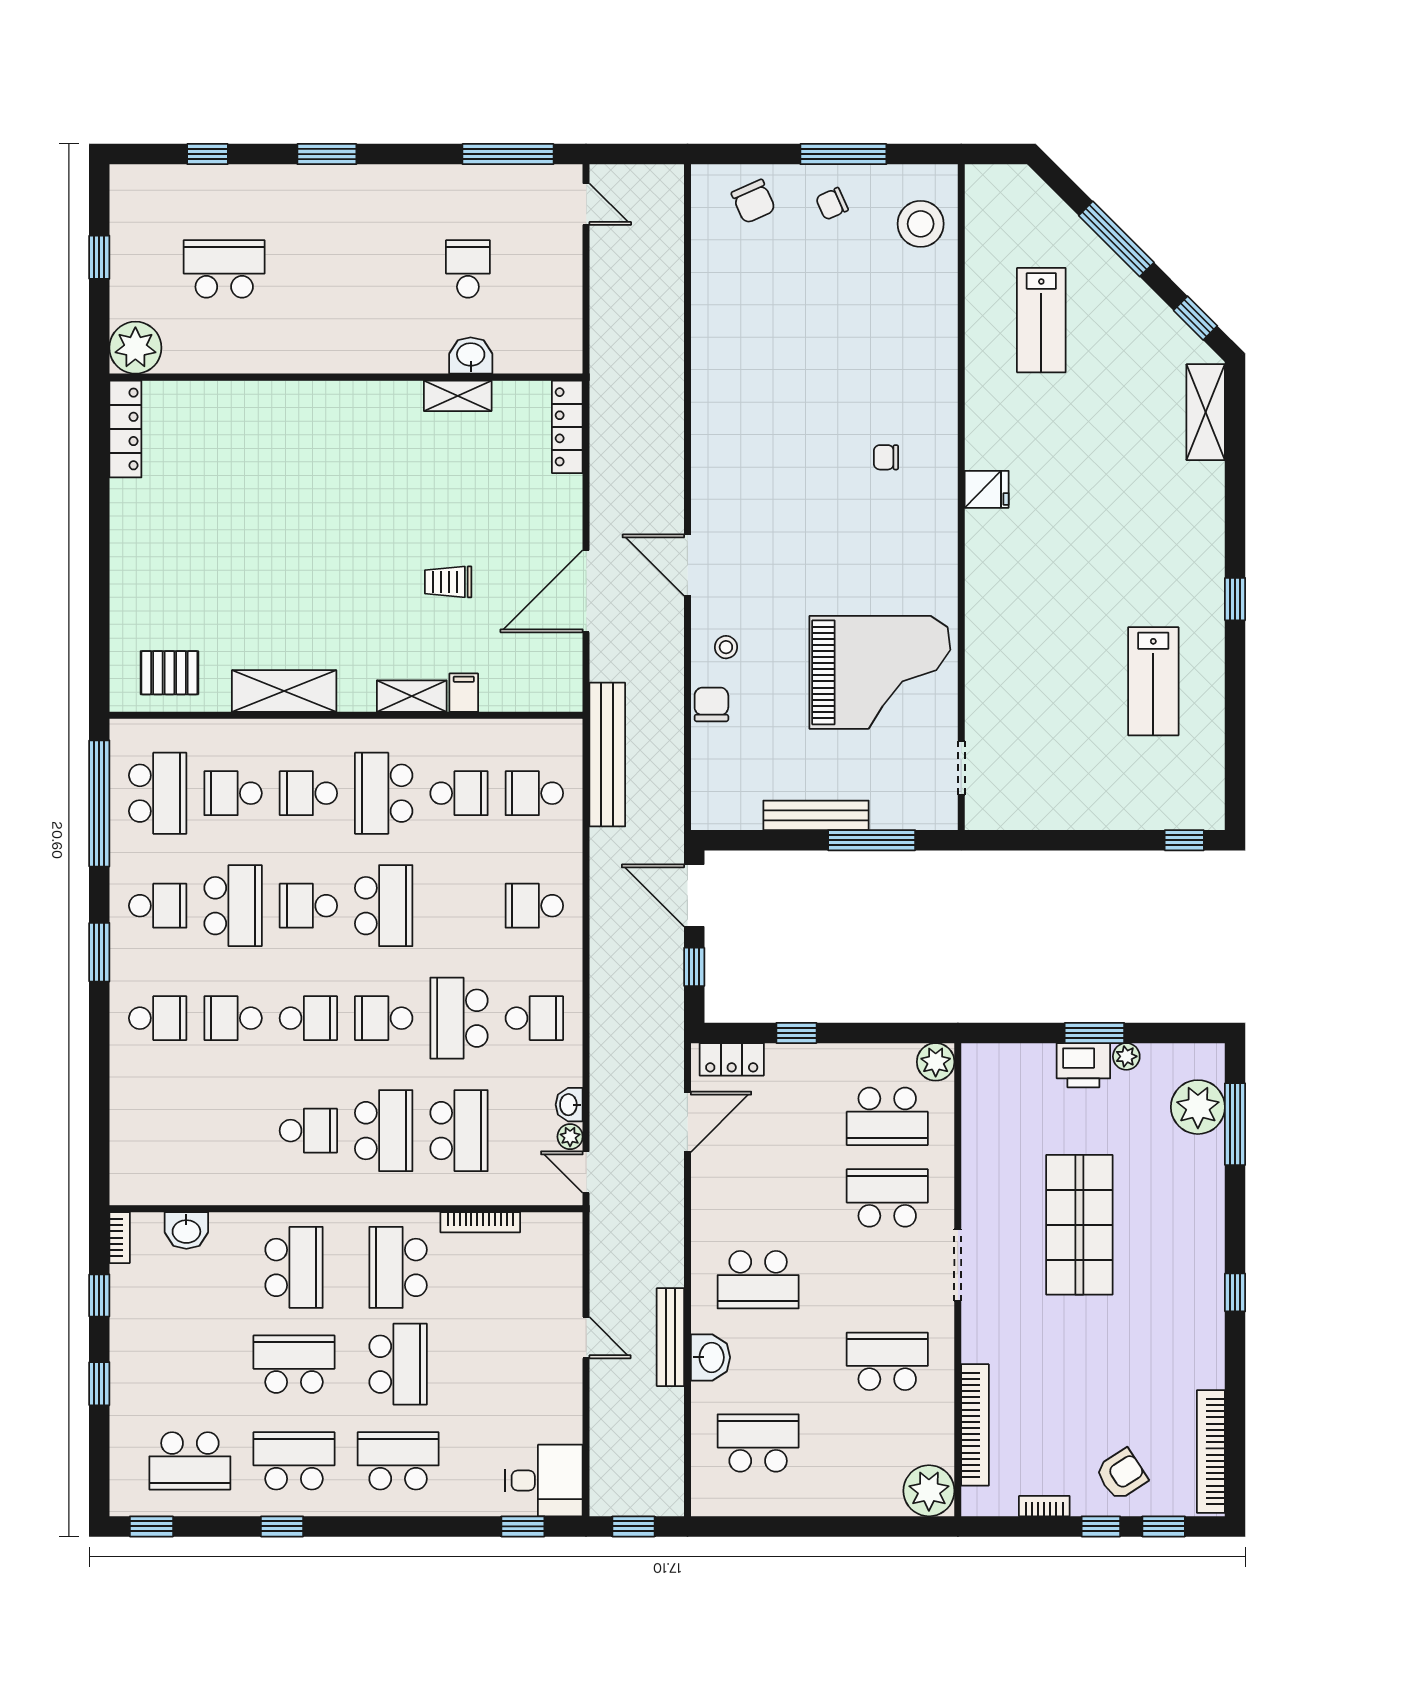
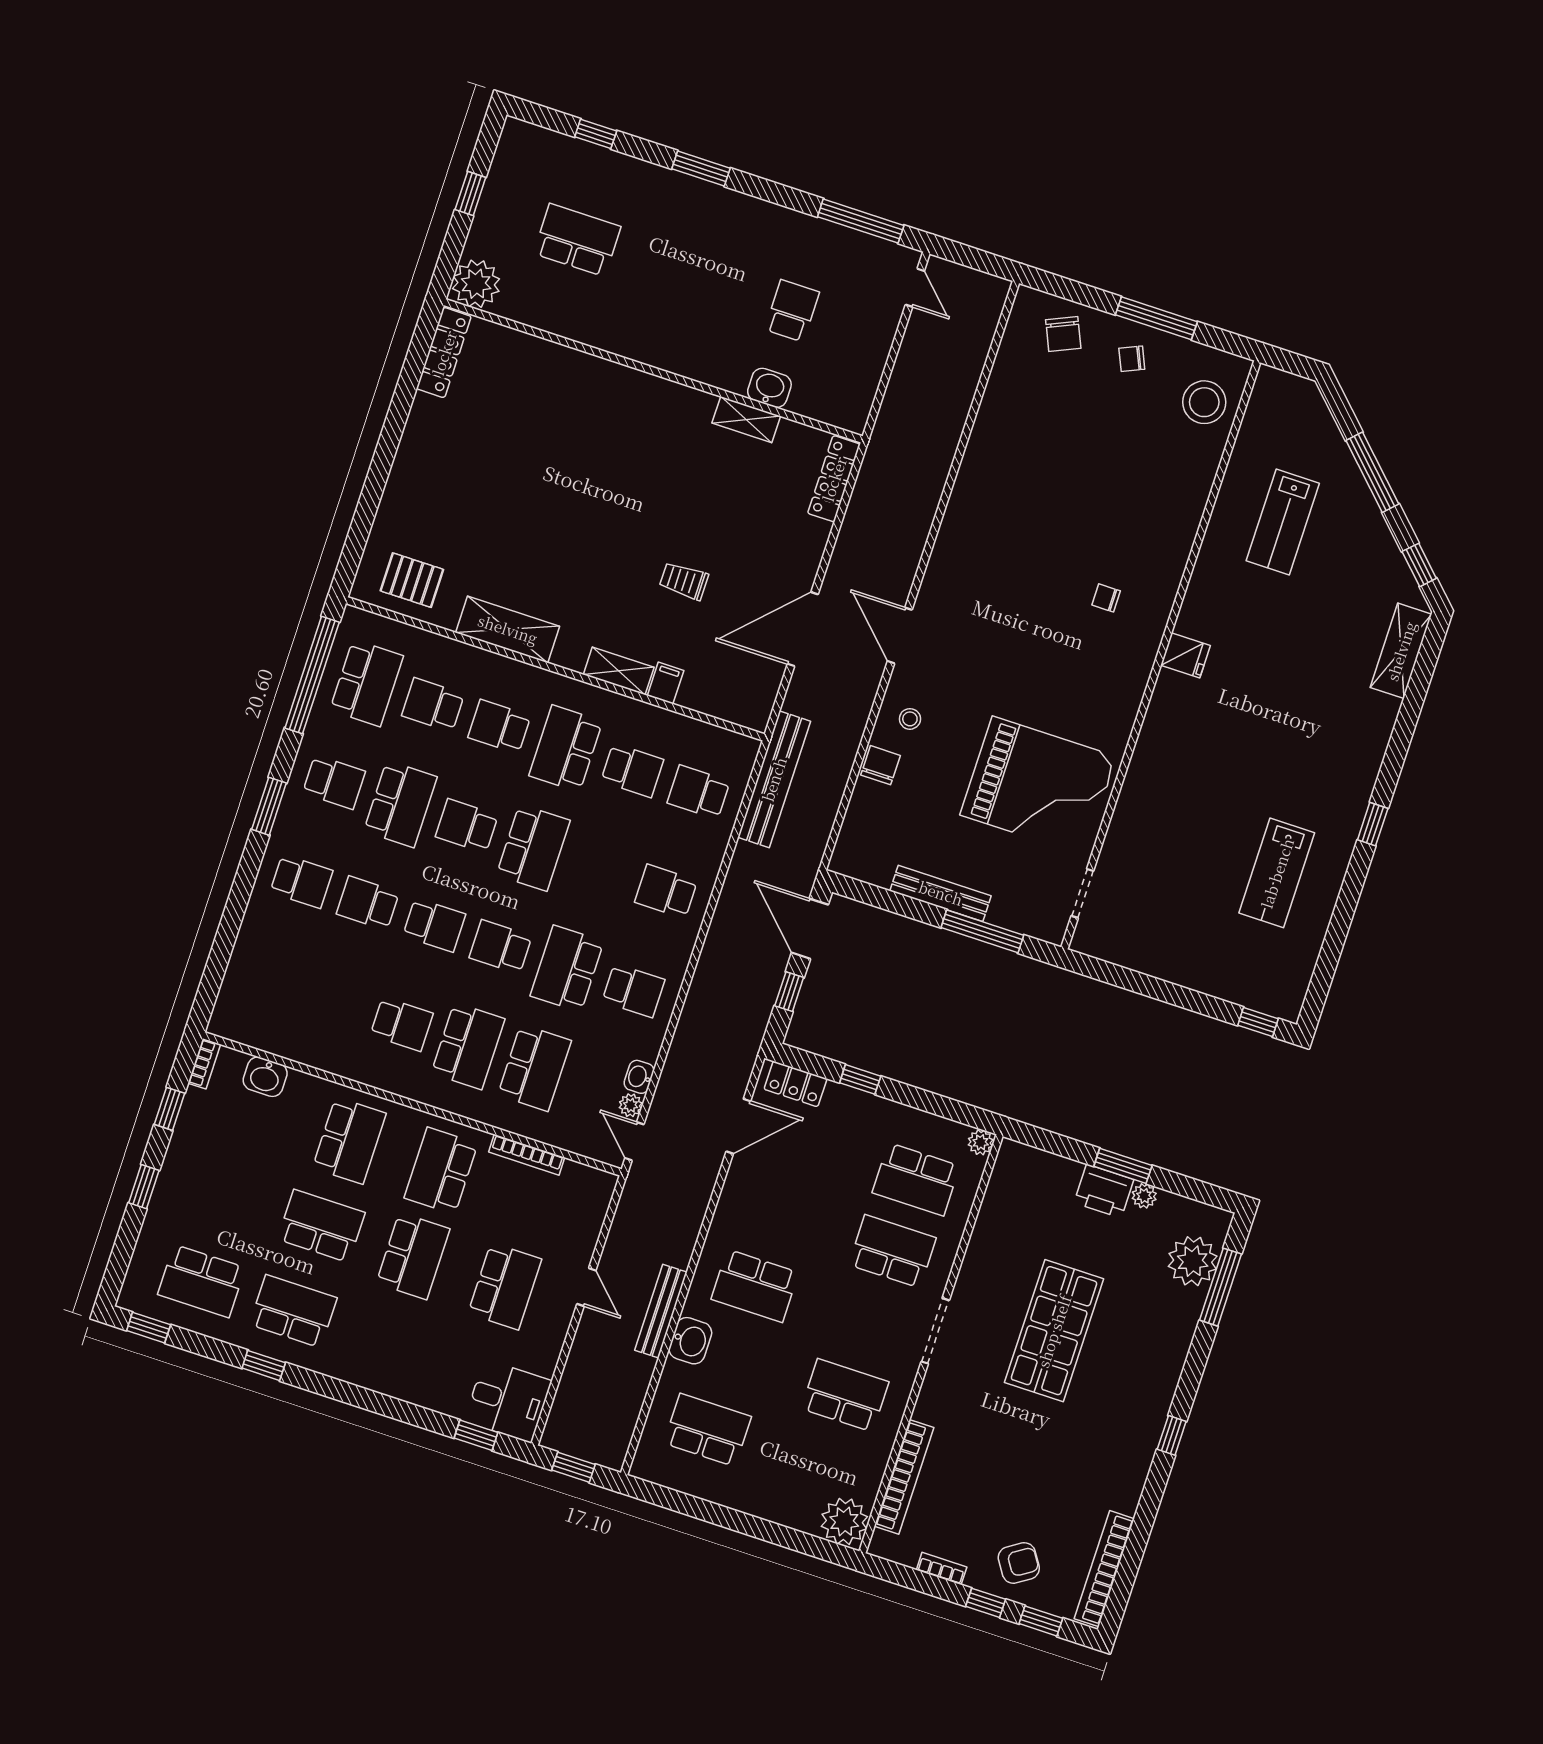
plant: (936, 1062) -> (981, 1142), width x0.73, depth x0.73
school desk: (398, 1461) -> (505, 1286), moved, turned 90

